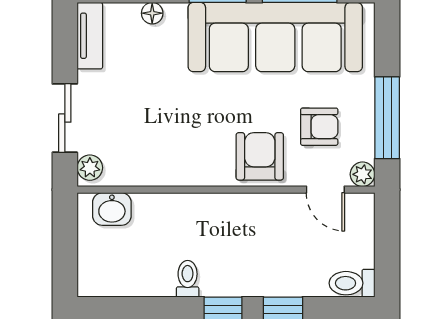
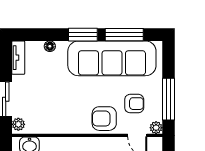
armchair: (260, 156) -> (104, 119), turned -90

